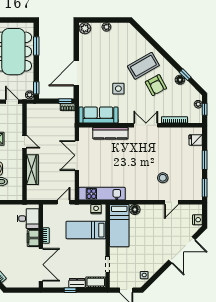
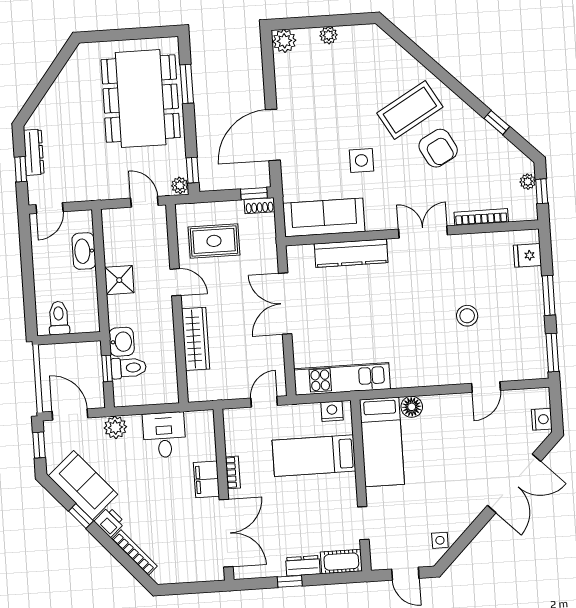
floor lamp: (180, 80) -> (487, 134), removed
rug: (44, 123) -> (214, 241), added
stool: (163, 178) -> (467, 316), moved
desk: (28, 219) -> (164, 435), moved, turned -90

